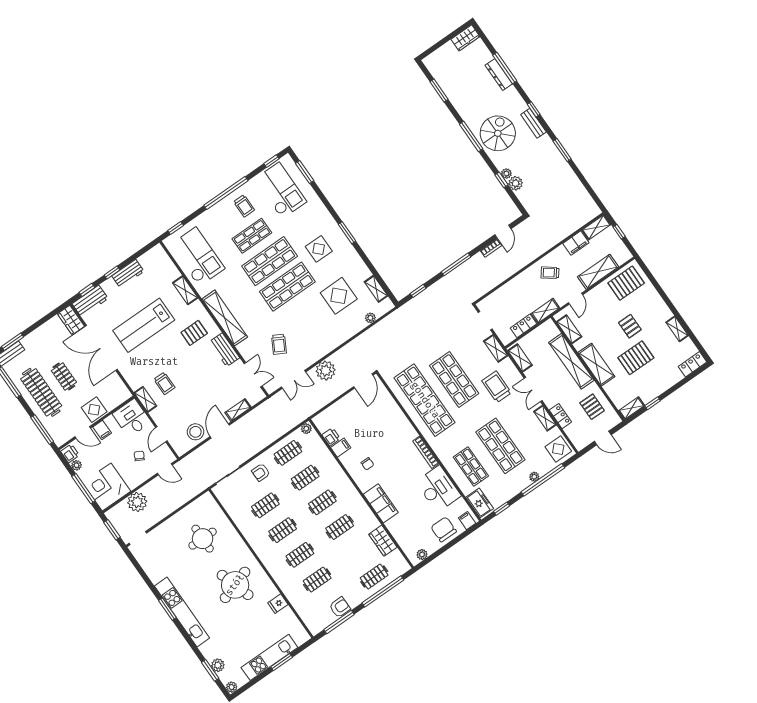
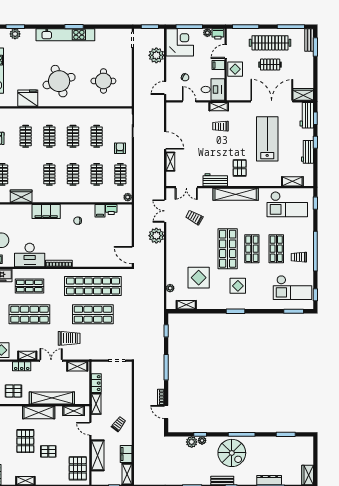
shop shelf: (270, 261) -> (252, 249), width x0.70, depth x0.74
shelving: (185, 290) -> (292, 181), moved
shelving: (496, 348) -> (94, 355), removed
stool: (195, 432) -> (175, 124), removed
fridge: (278, 604) -> (28, 98), width x1.88, depth x1.34

